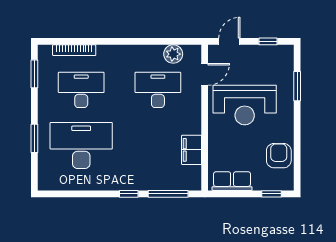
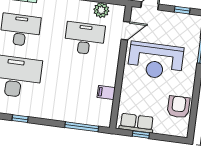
filing cabinet: (192, 150) -> (106, 92), width x0.50
window: (129, 194) -> (20, 119), moved
window: (272, 194) -> (141, 135), moved

